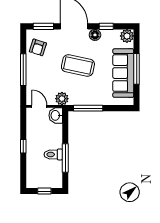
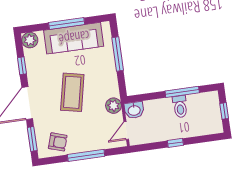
floor lamp: (95, 35) -> (34, 77), removed
window: (88, 108) -> (118, 54), moved

